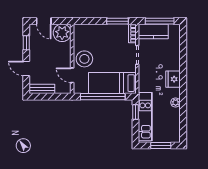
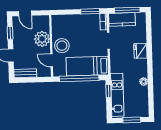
plant: (62, 33) -> (42, 39), moved
fridge: (173, 79) -> (140, 51), moved

